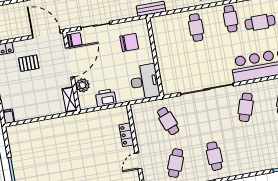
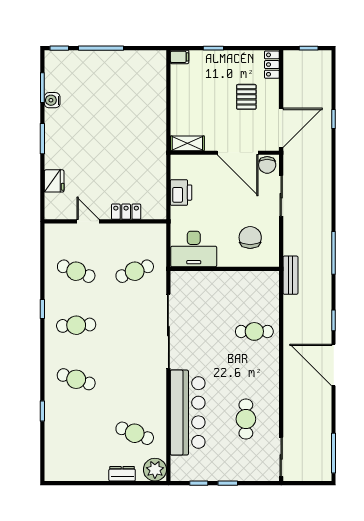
cafe table: (231, 19) -> (258, 380), removed
chair: (129, 42) -> (250, 237), turned 180
plant: (83, 85) -> (204, 164), removed
cafe table: (246, 107) -> (76, 379), moved

